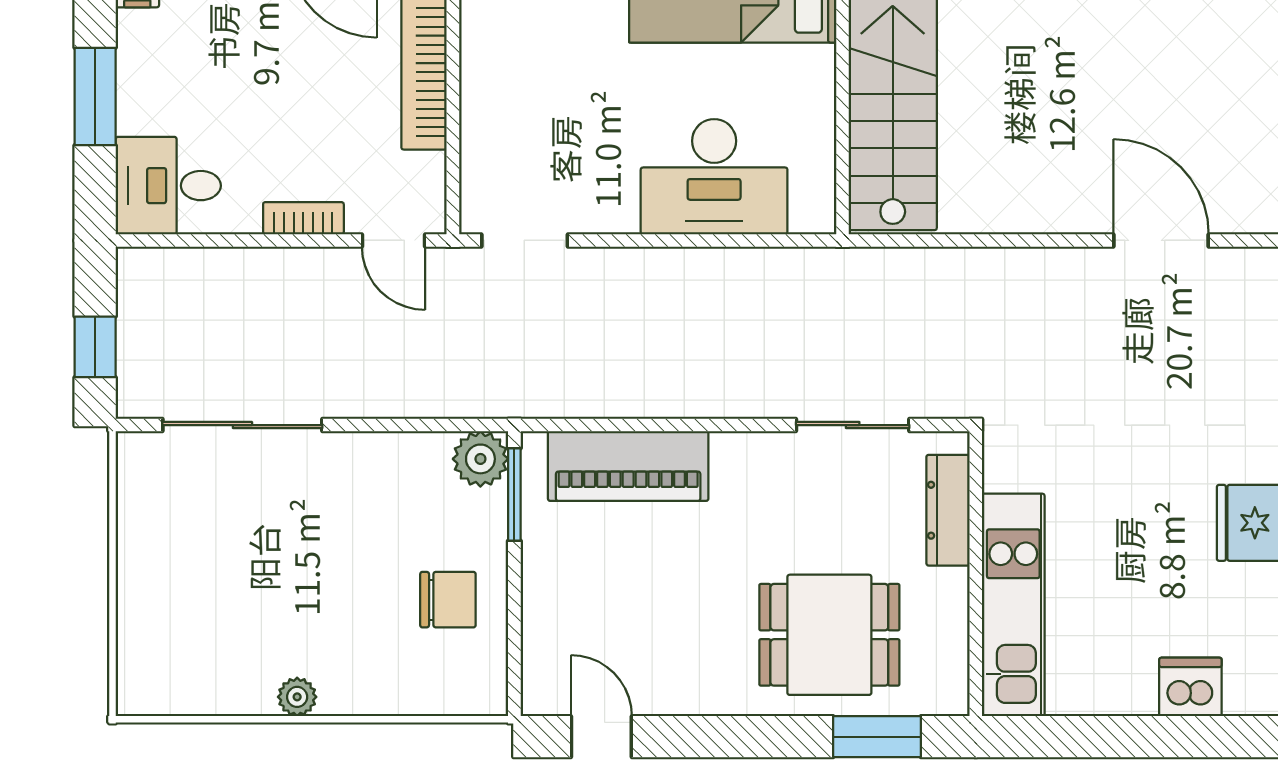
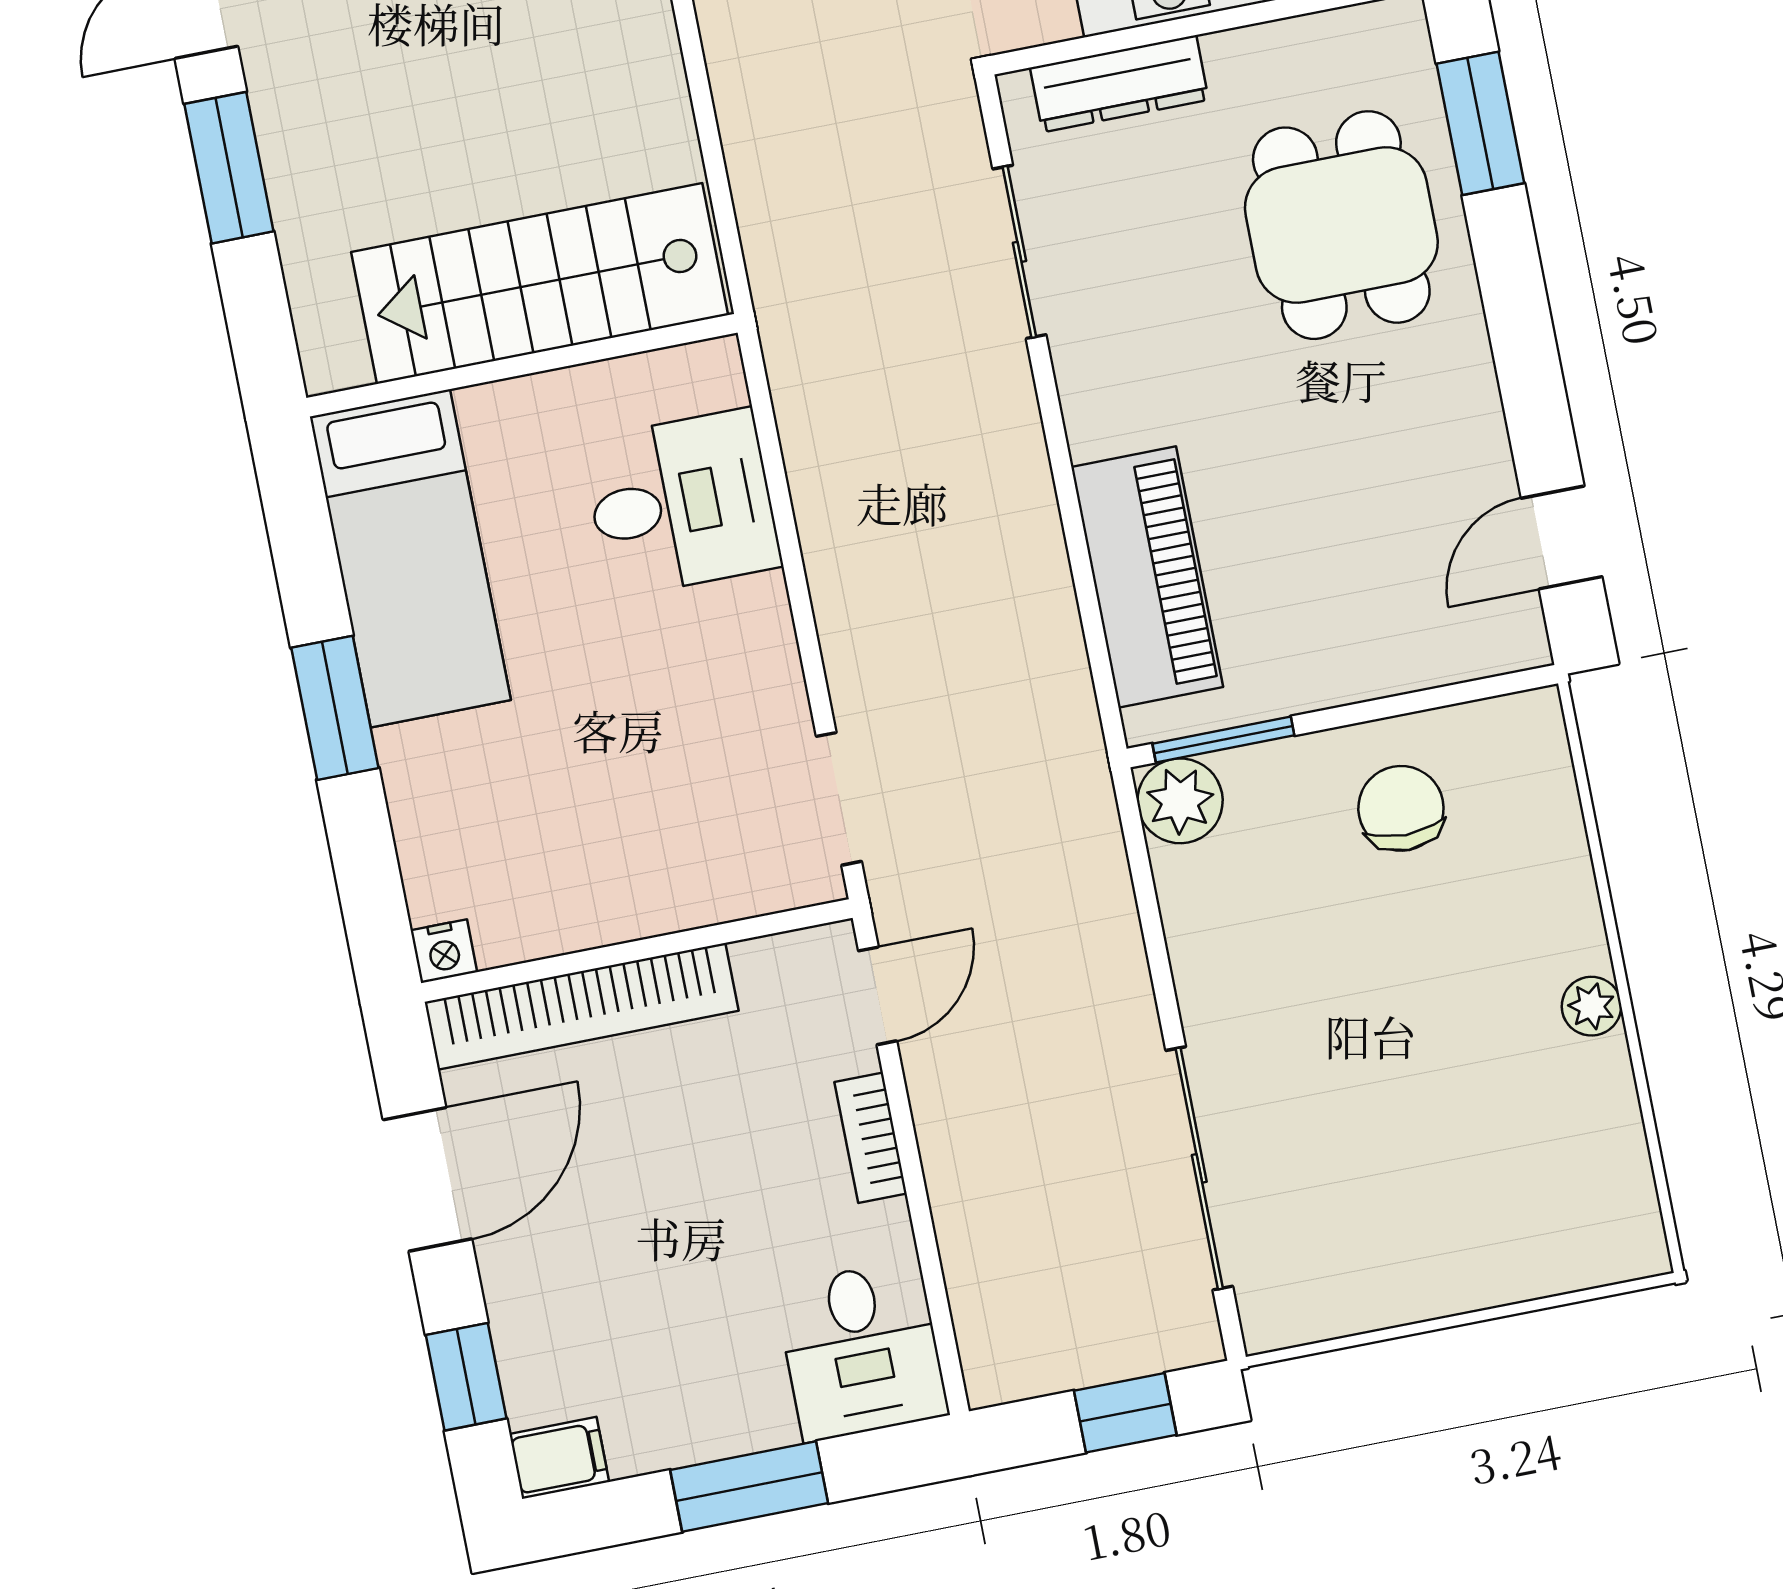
desk: (714, 177) -> (681, 503), width x0.73

